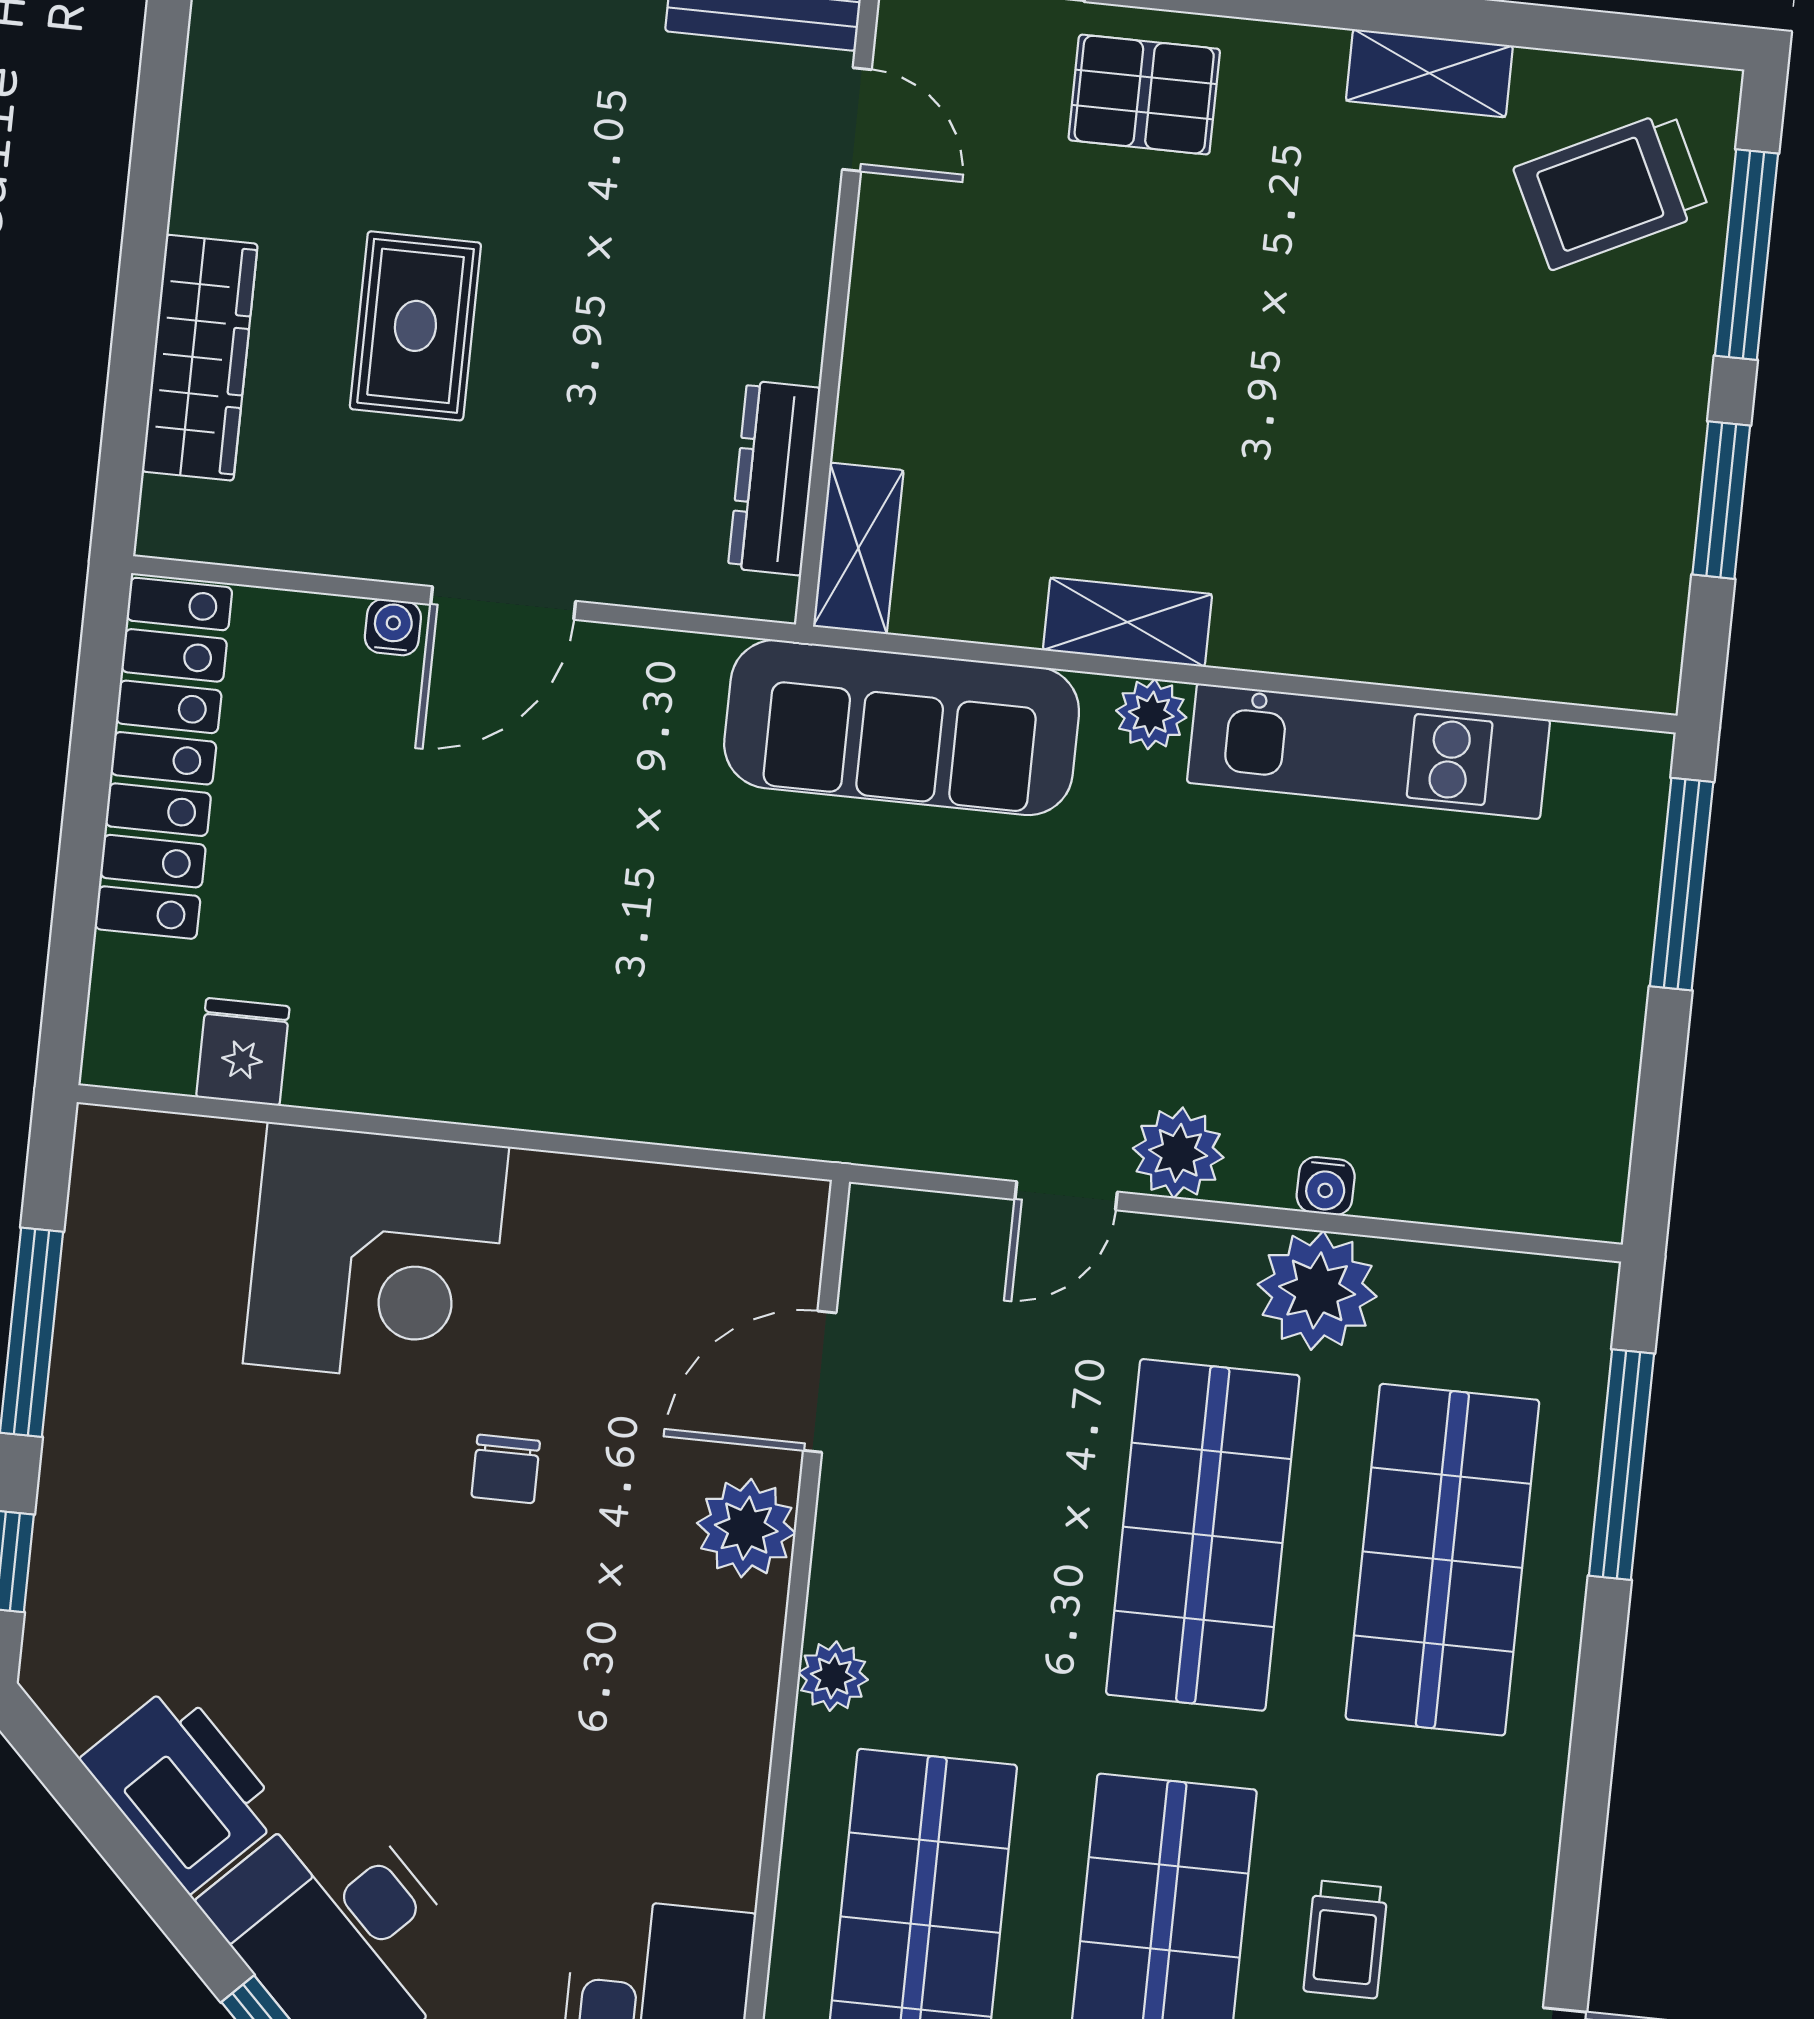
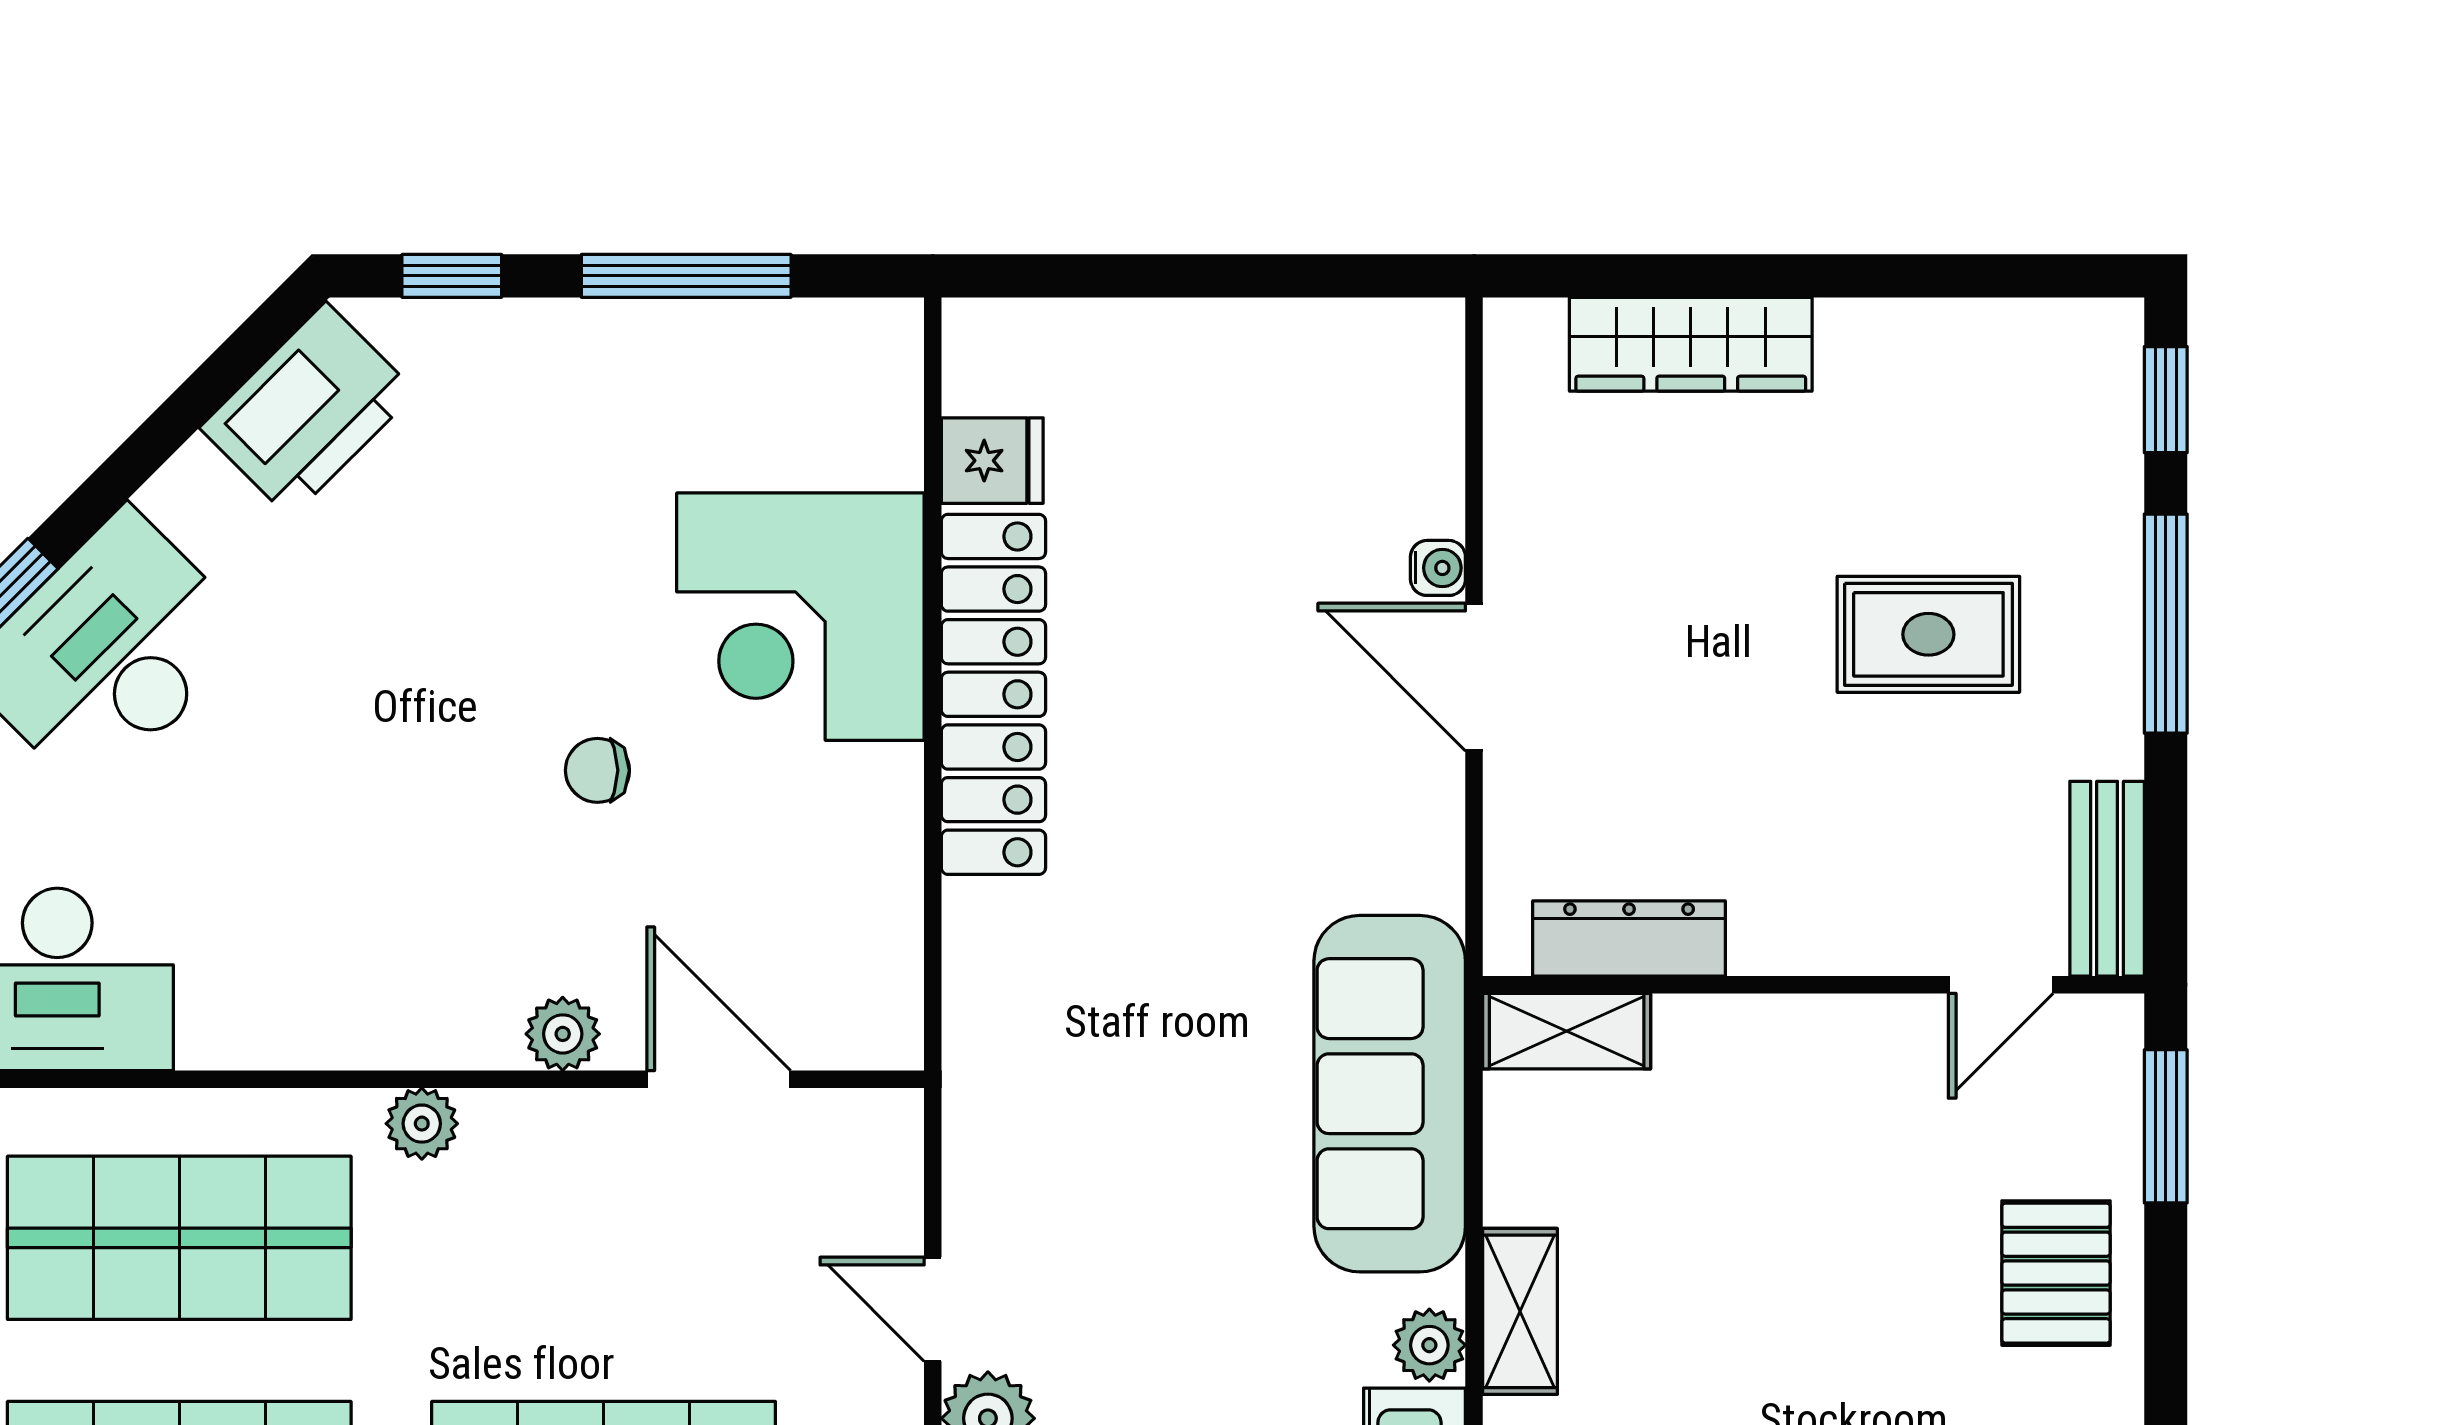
rug: (415, 326) -> (1928, 634), moved
locker: (164, 758) -> (993, 694), moved, turned -90
plant: (746, 1528) -> (563, 1034), width x0.73, depth x0.73
printer: (183, 1787) -> (308, 410), moved

